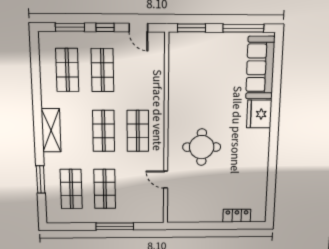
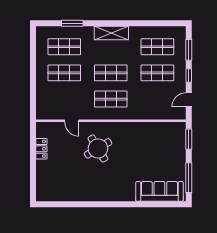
fridge: (259, 114) -> (124, 192), removed
round table: (202, 147) -> (98, 148), turned -31
door: (166, 180) -> (72, 121), swing flipped
locker: (237, 216) -> (41, 149), moved
window: (115, 226) -> (33, 80), removed

